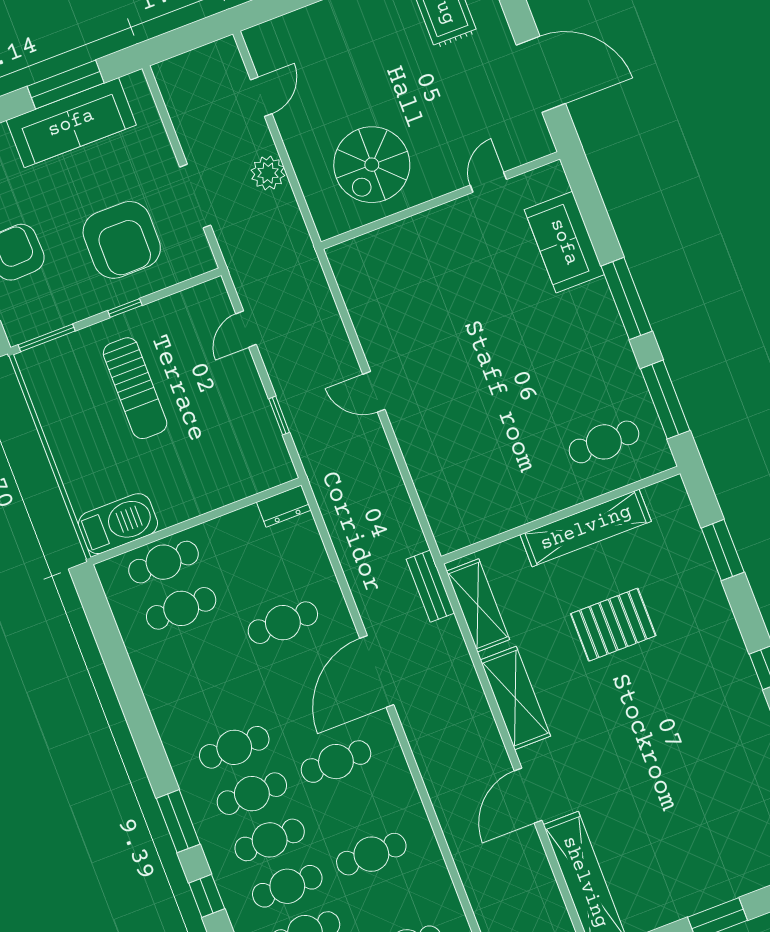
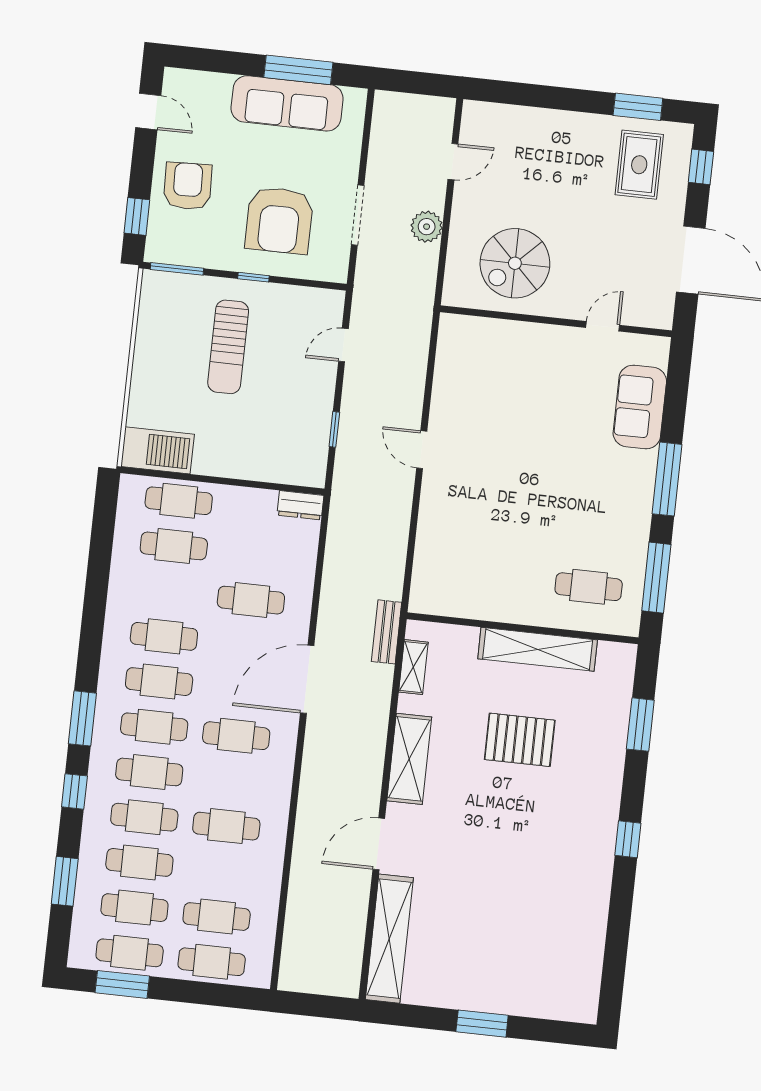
shelving: (478, 605) -> (413, 667), width x0.67, depth x0.75
cafe table: (217, 701) -> (164, 636), added

